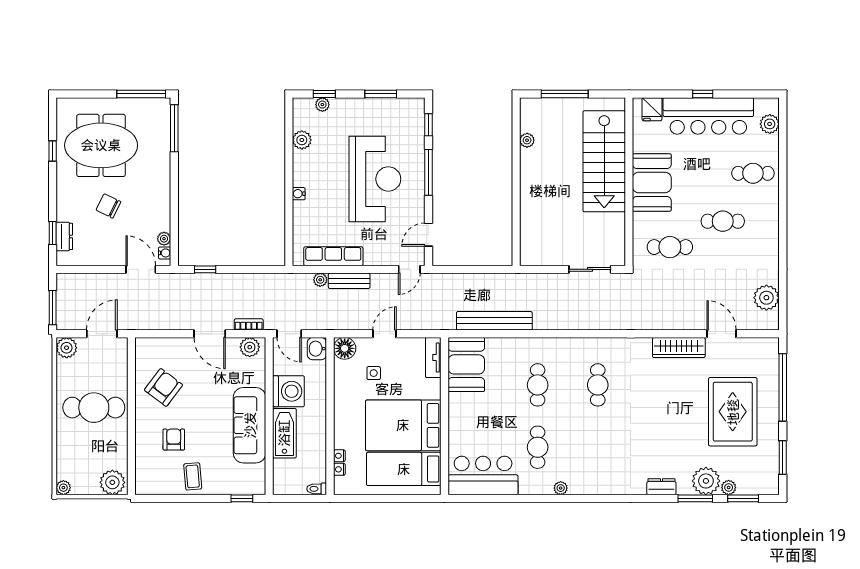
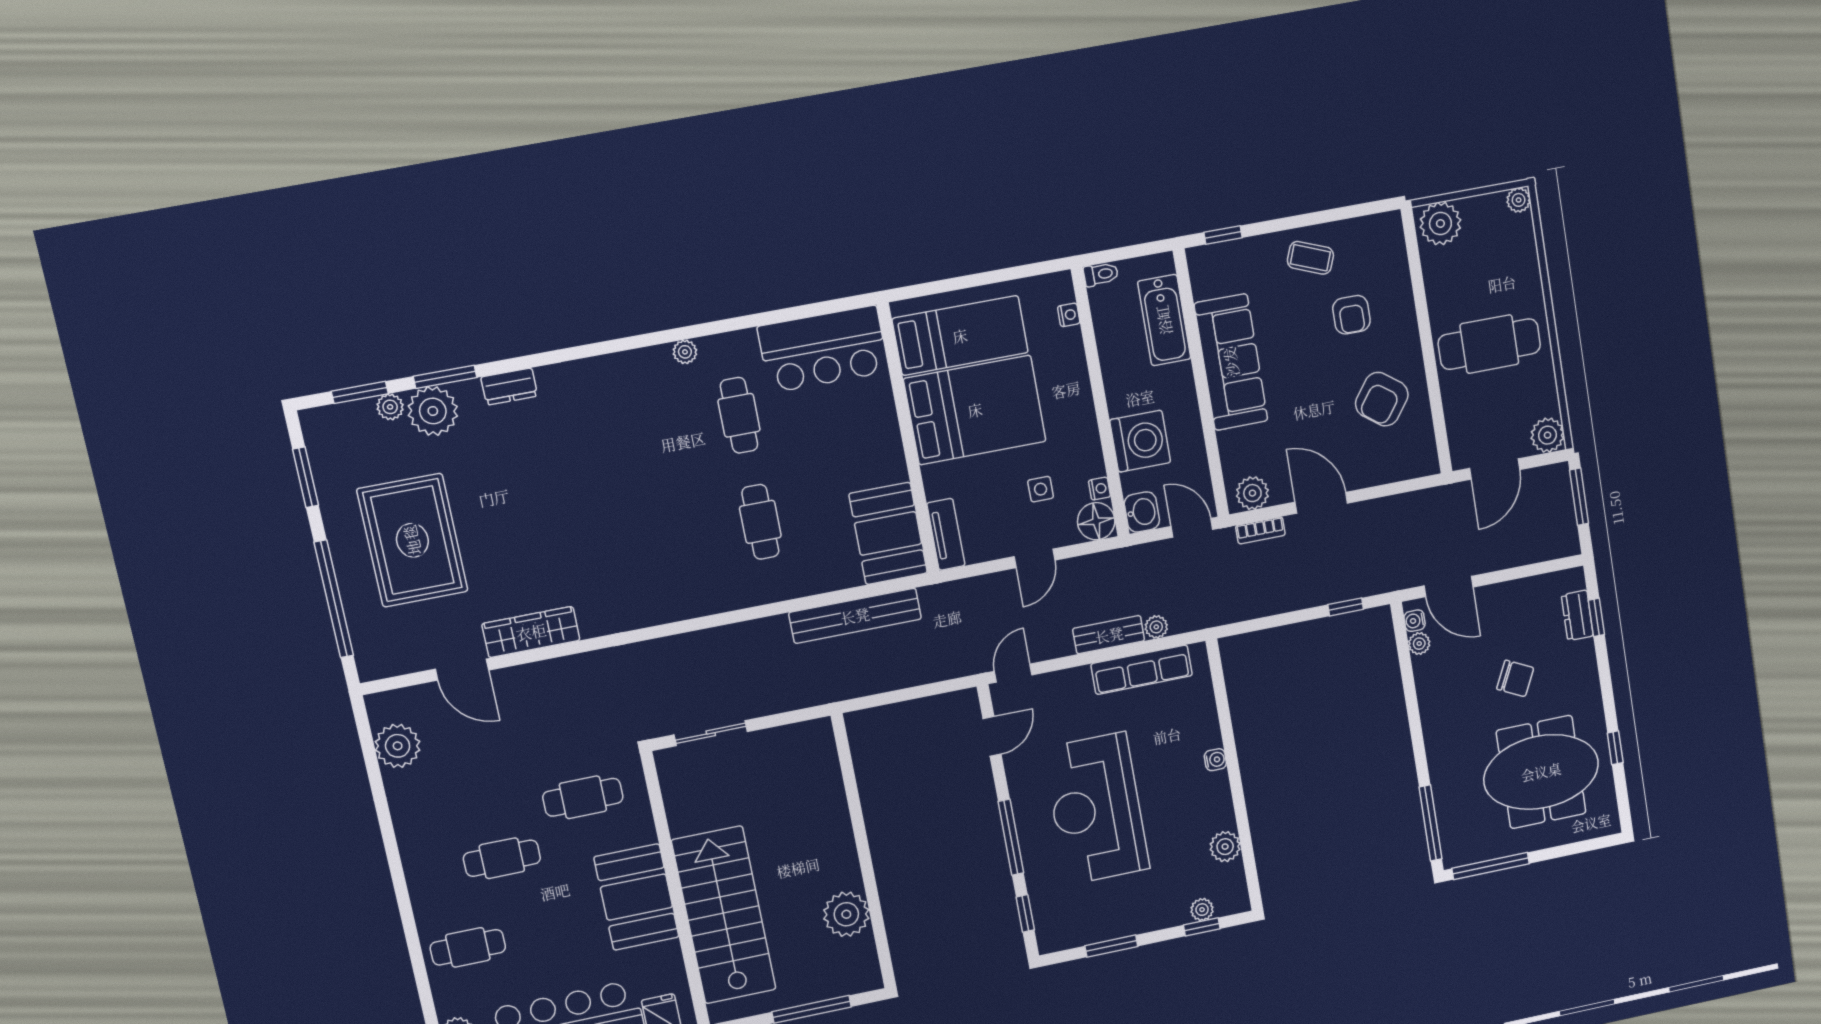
plant: (527, 140) -> (846, 914), width x1.88, depth x1.88
cafe table: (598, 385) -> (657, 542), removed
washing machine: (288, 391) -> (1140, 441), moved, turned 180
bathtub: (284, 433) -> (1164, 320), moved
nightstand: (339, 456) -> (1100, 489), moved
coffee table: (193, 476) -> (1310, 258), turned -64

